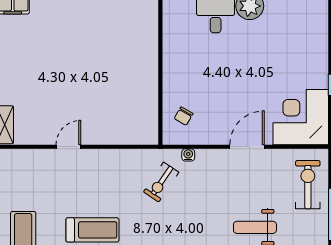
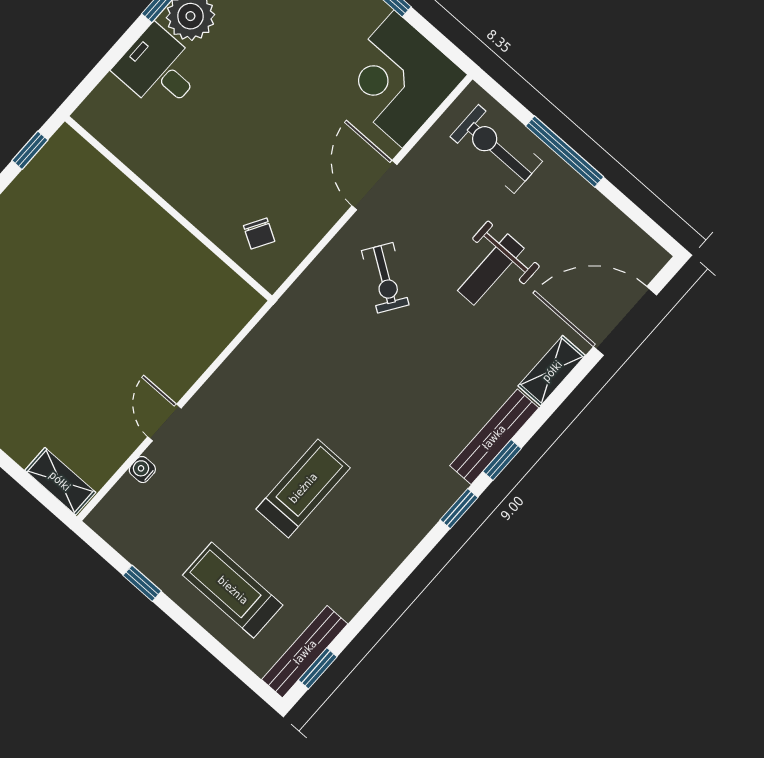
water cooler: (188, 155) -> (142, 470), moved
exercise bike: (161, 182) -> (385, 278), moved

